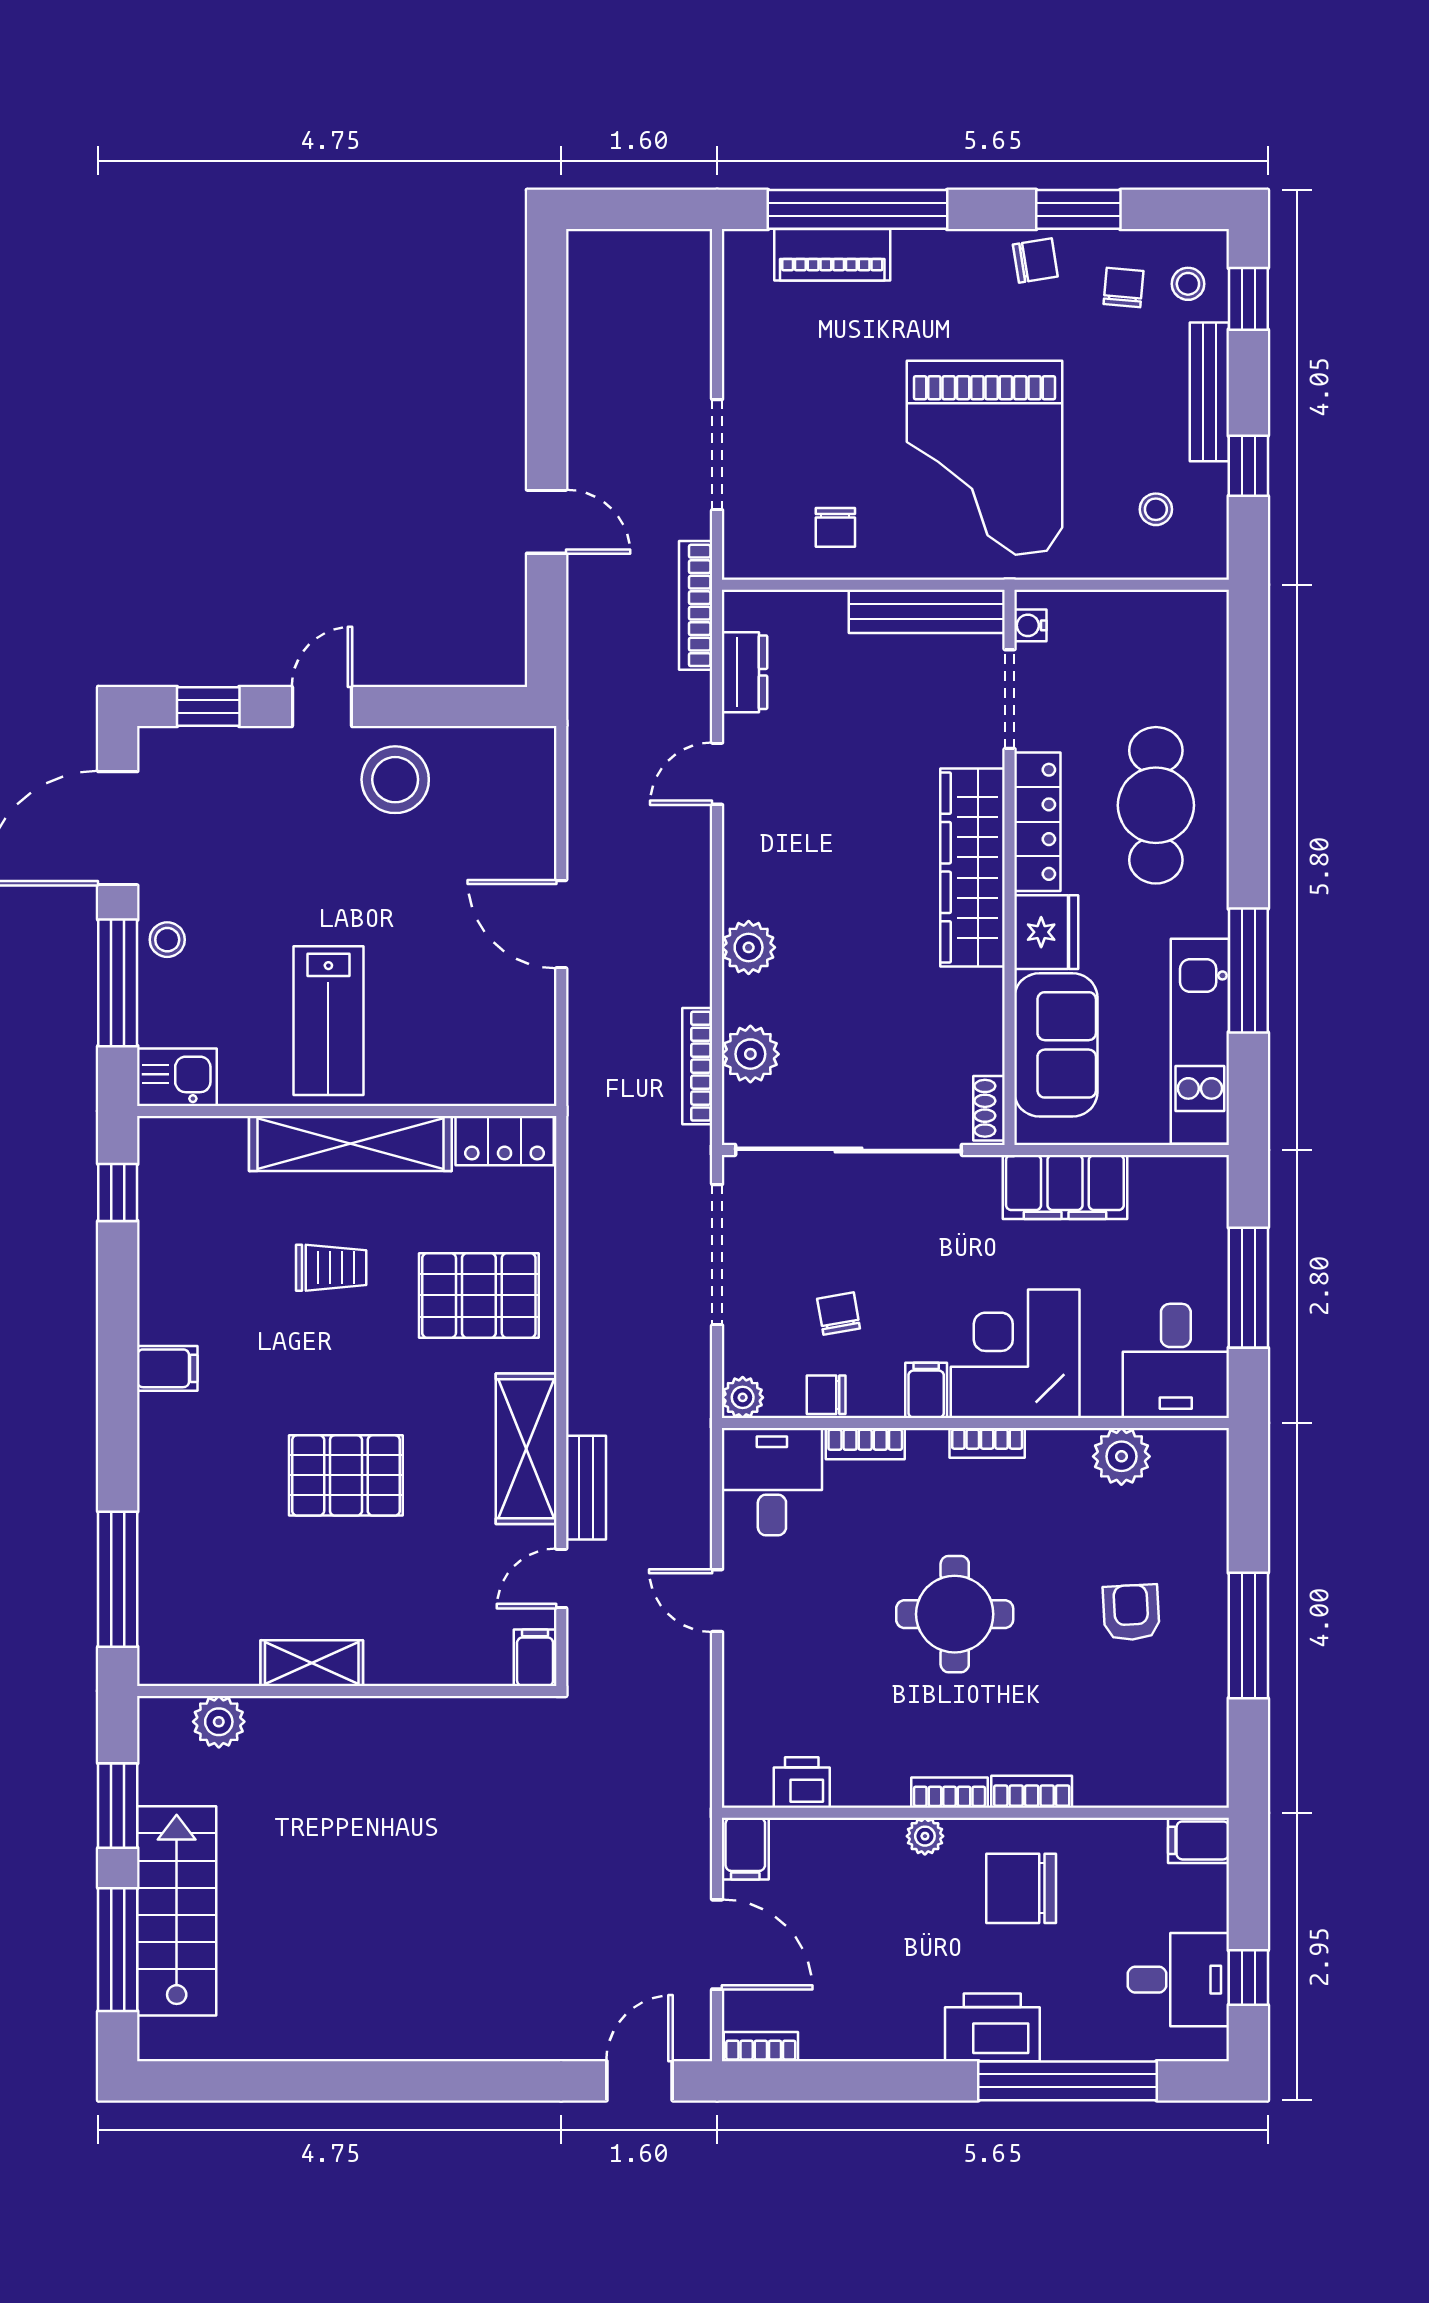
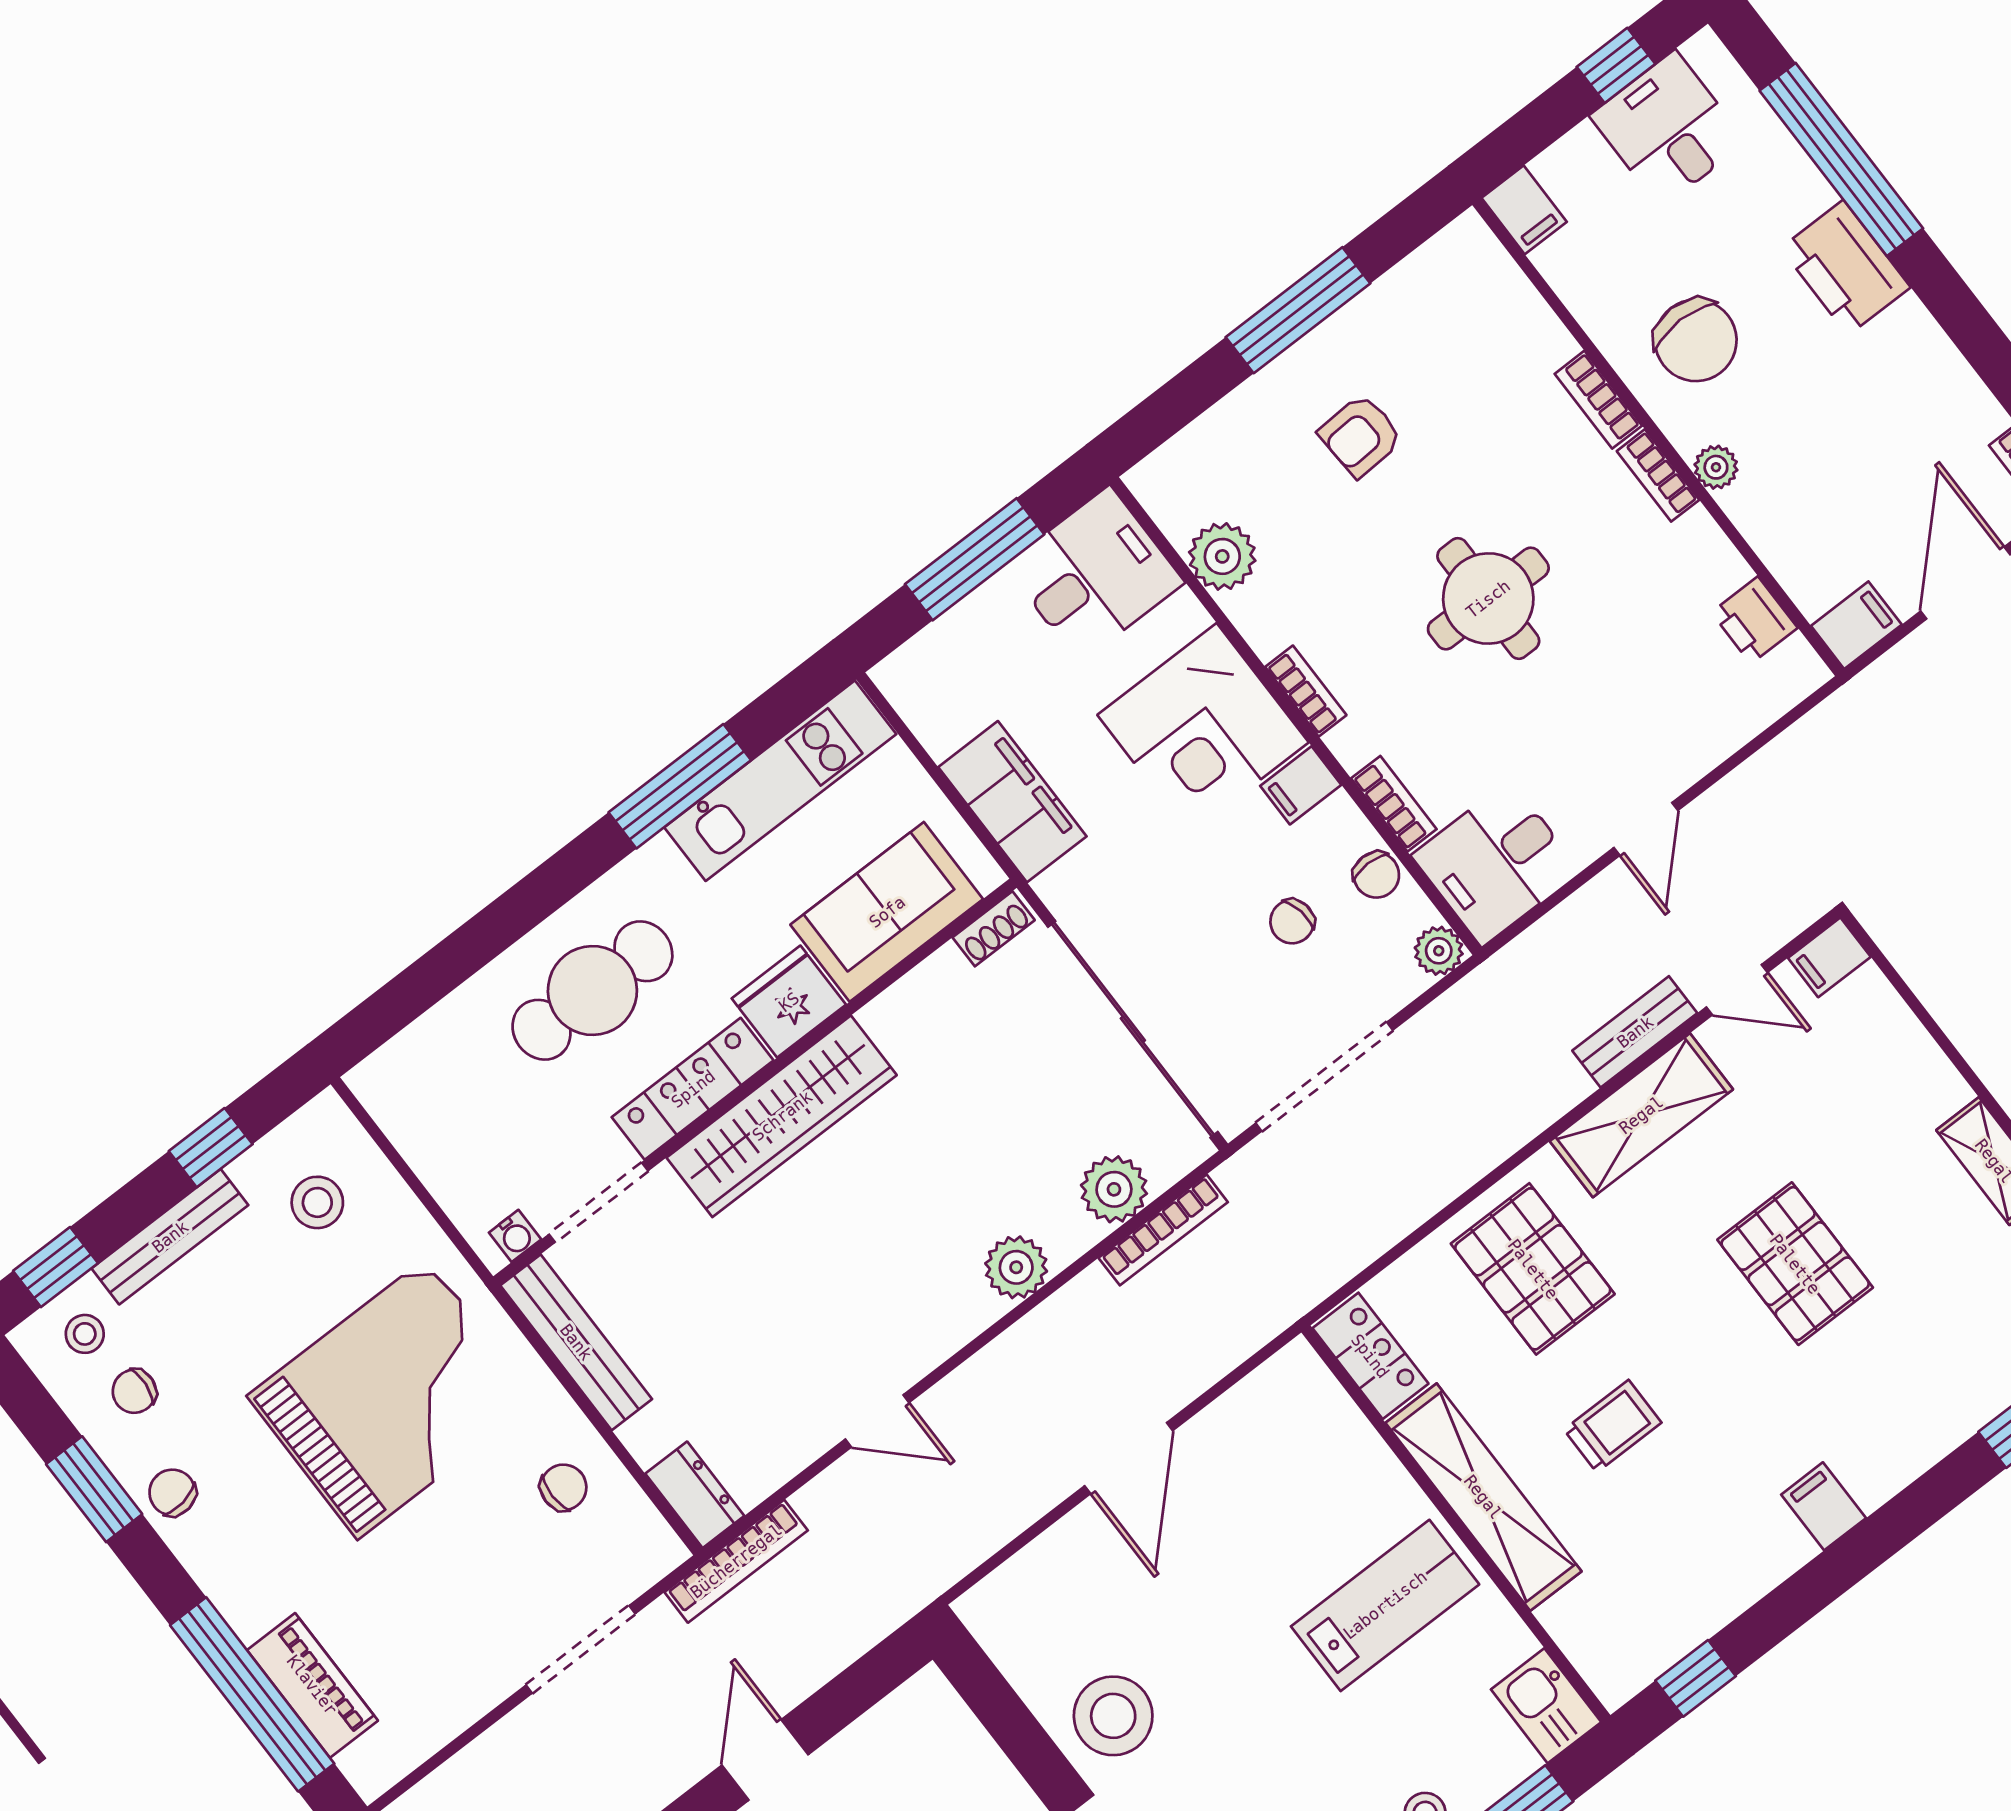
stool: (1156, 509) -> (317, 1202), width x1.37, depth x1.37
dresser: (745, 672) -> (695, 1495), moved, turned 90
trolley: (331, 1268) -> (1613, 1426), turned 90

